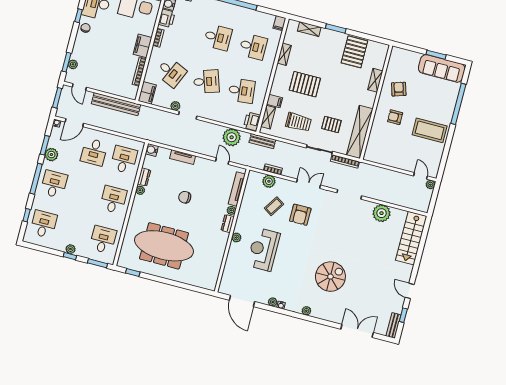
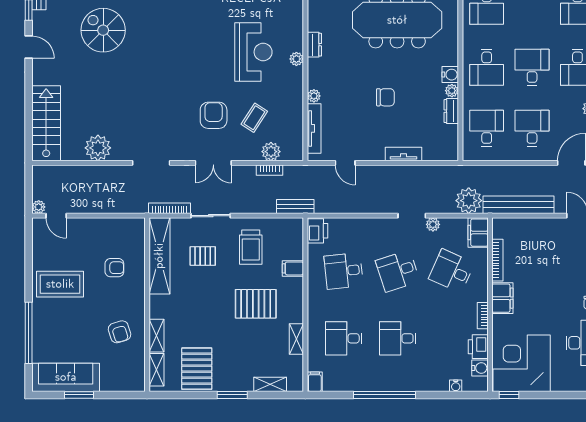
shelving: (268, 117) -> (156, 370), moved
armchair: (395, 117) -> (114, 268), moved
trolley: (298, 122) -> (251, 247), turned -90
plant: (232, 137) -> (469, 201), moved
water cooler: (152, 150) -> (450, 75), moved
desk: (124, 160) -> (487, 128), turned 180
desk: (84, 192) -> (532, 67), added
dresser: (228, 224) -> (314, 45), moved
spiral stairs: (330, 277) -> (103, 30), moved, turned 90

